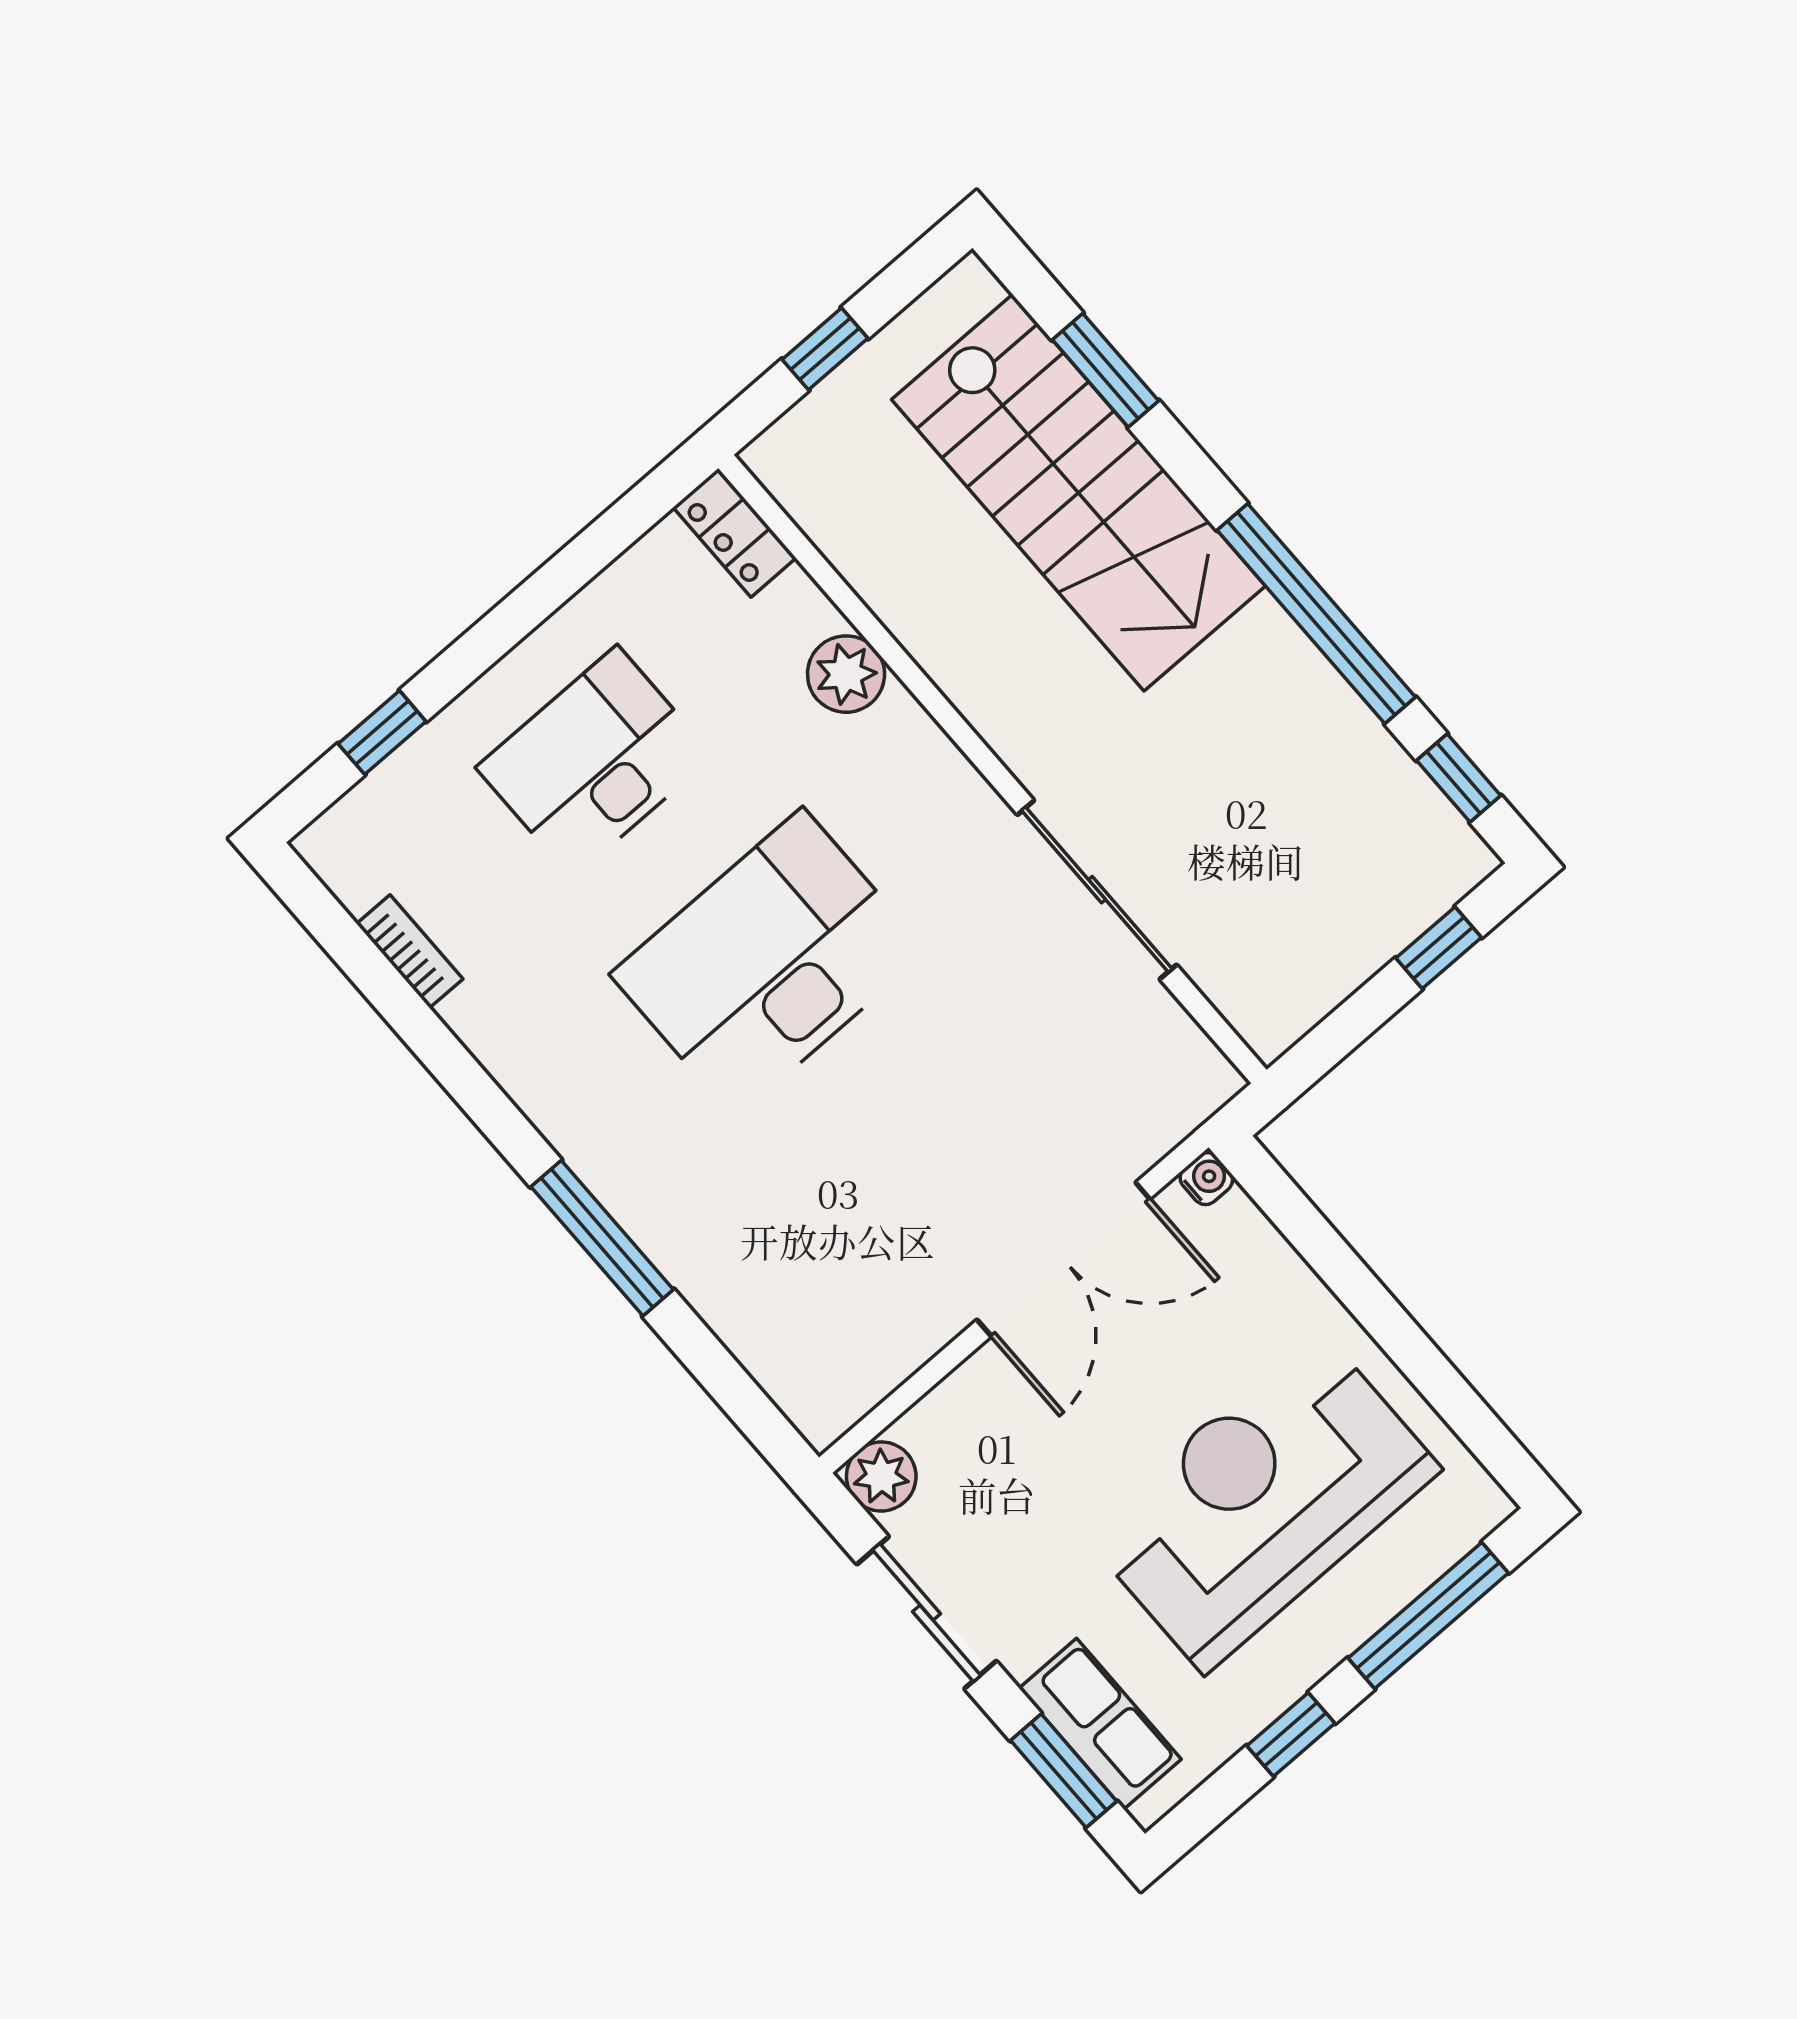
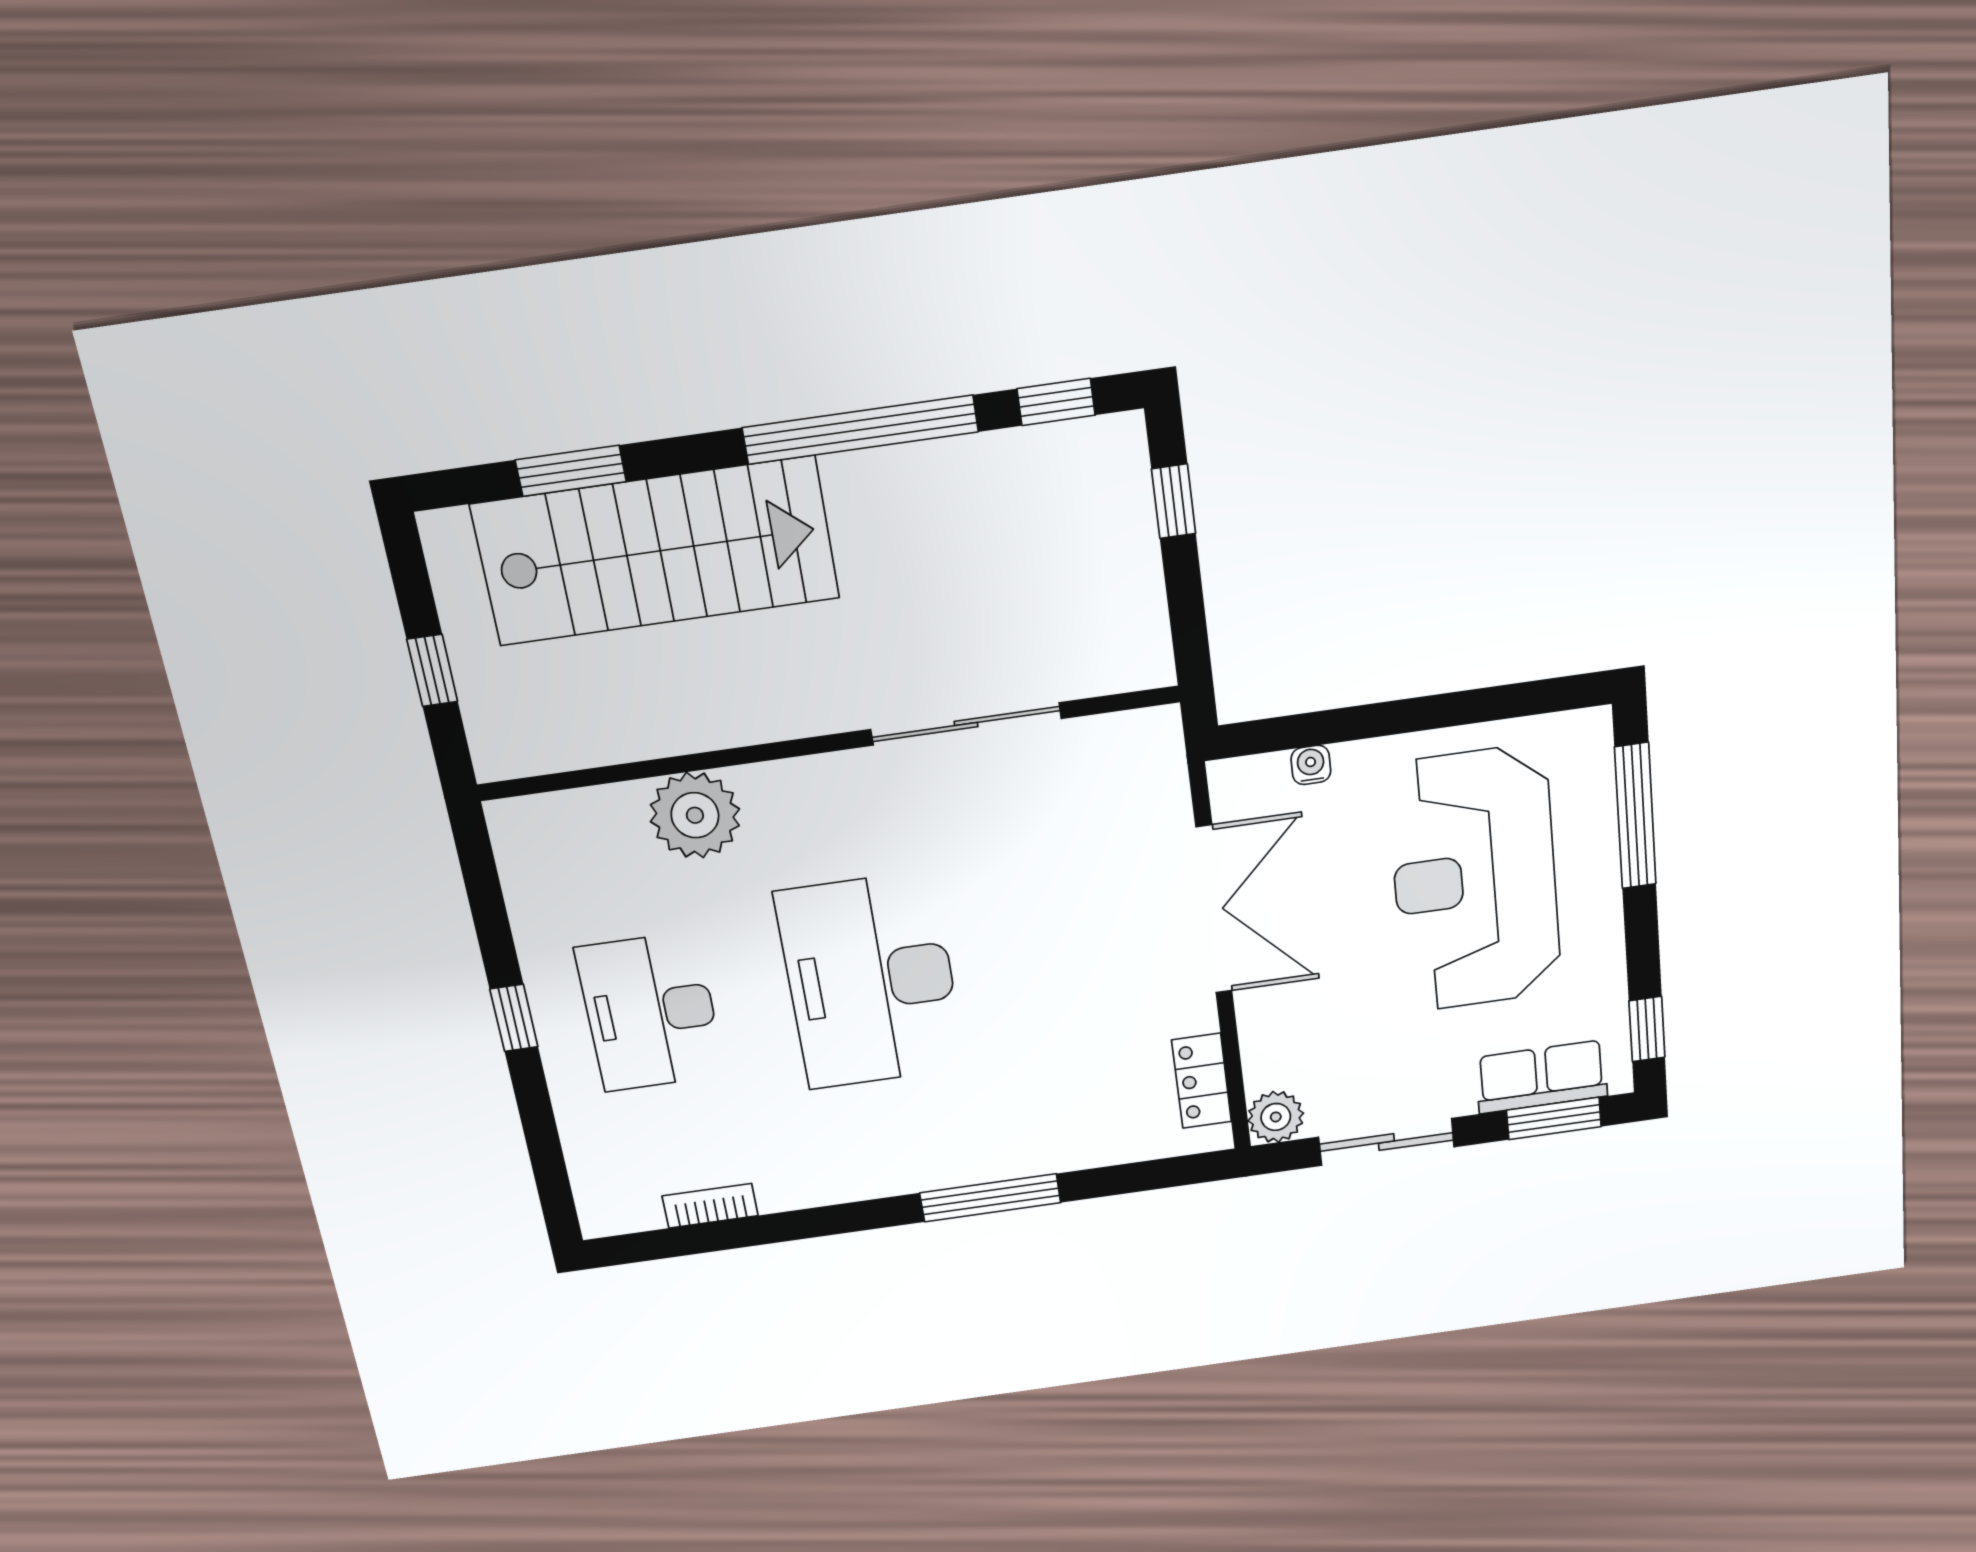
locker: (735, 533) -> (1202, 1081), moved, turned 90
plant: (846, 674) -> (695, 815), width x1.36, depth x1.36
window: (382, 733) -> (514, 1018), moved
water cooler: (1206, 1179) -> (1311, 765), moved
window: (1291, 1734) -> (1647, 1029), moved

